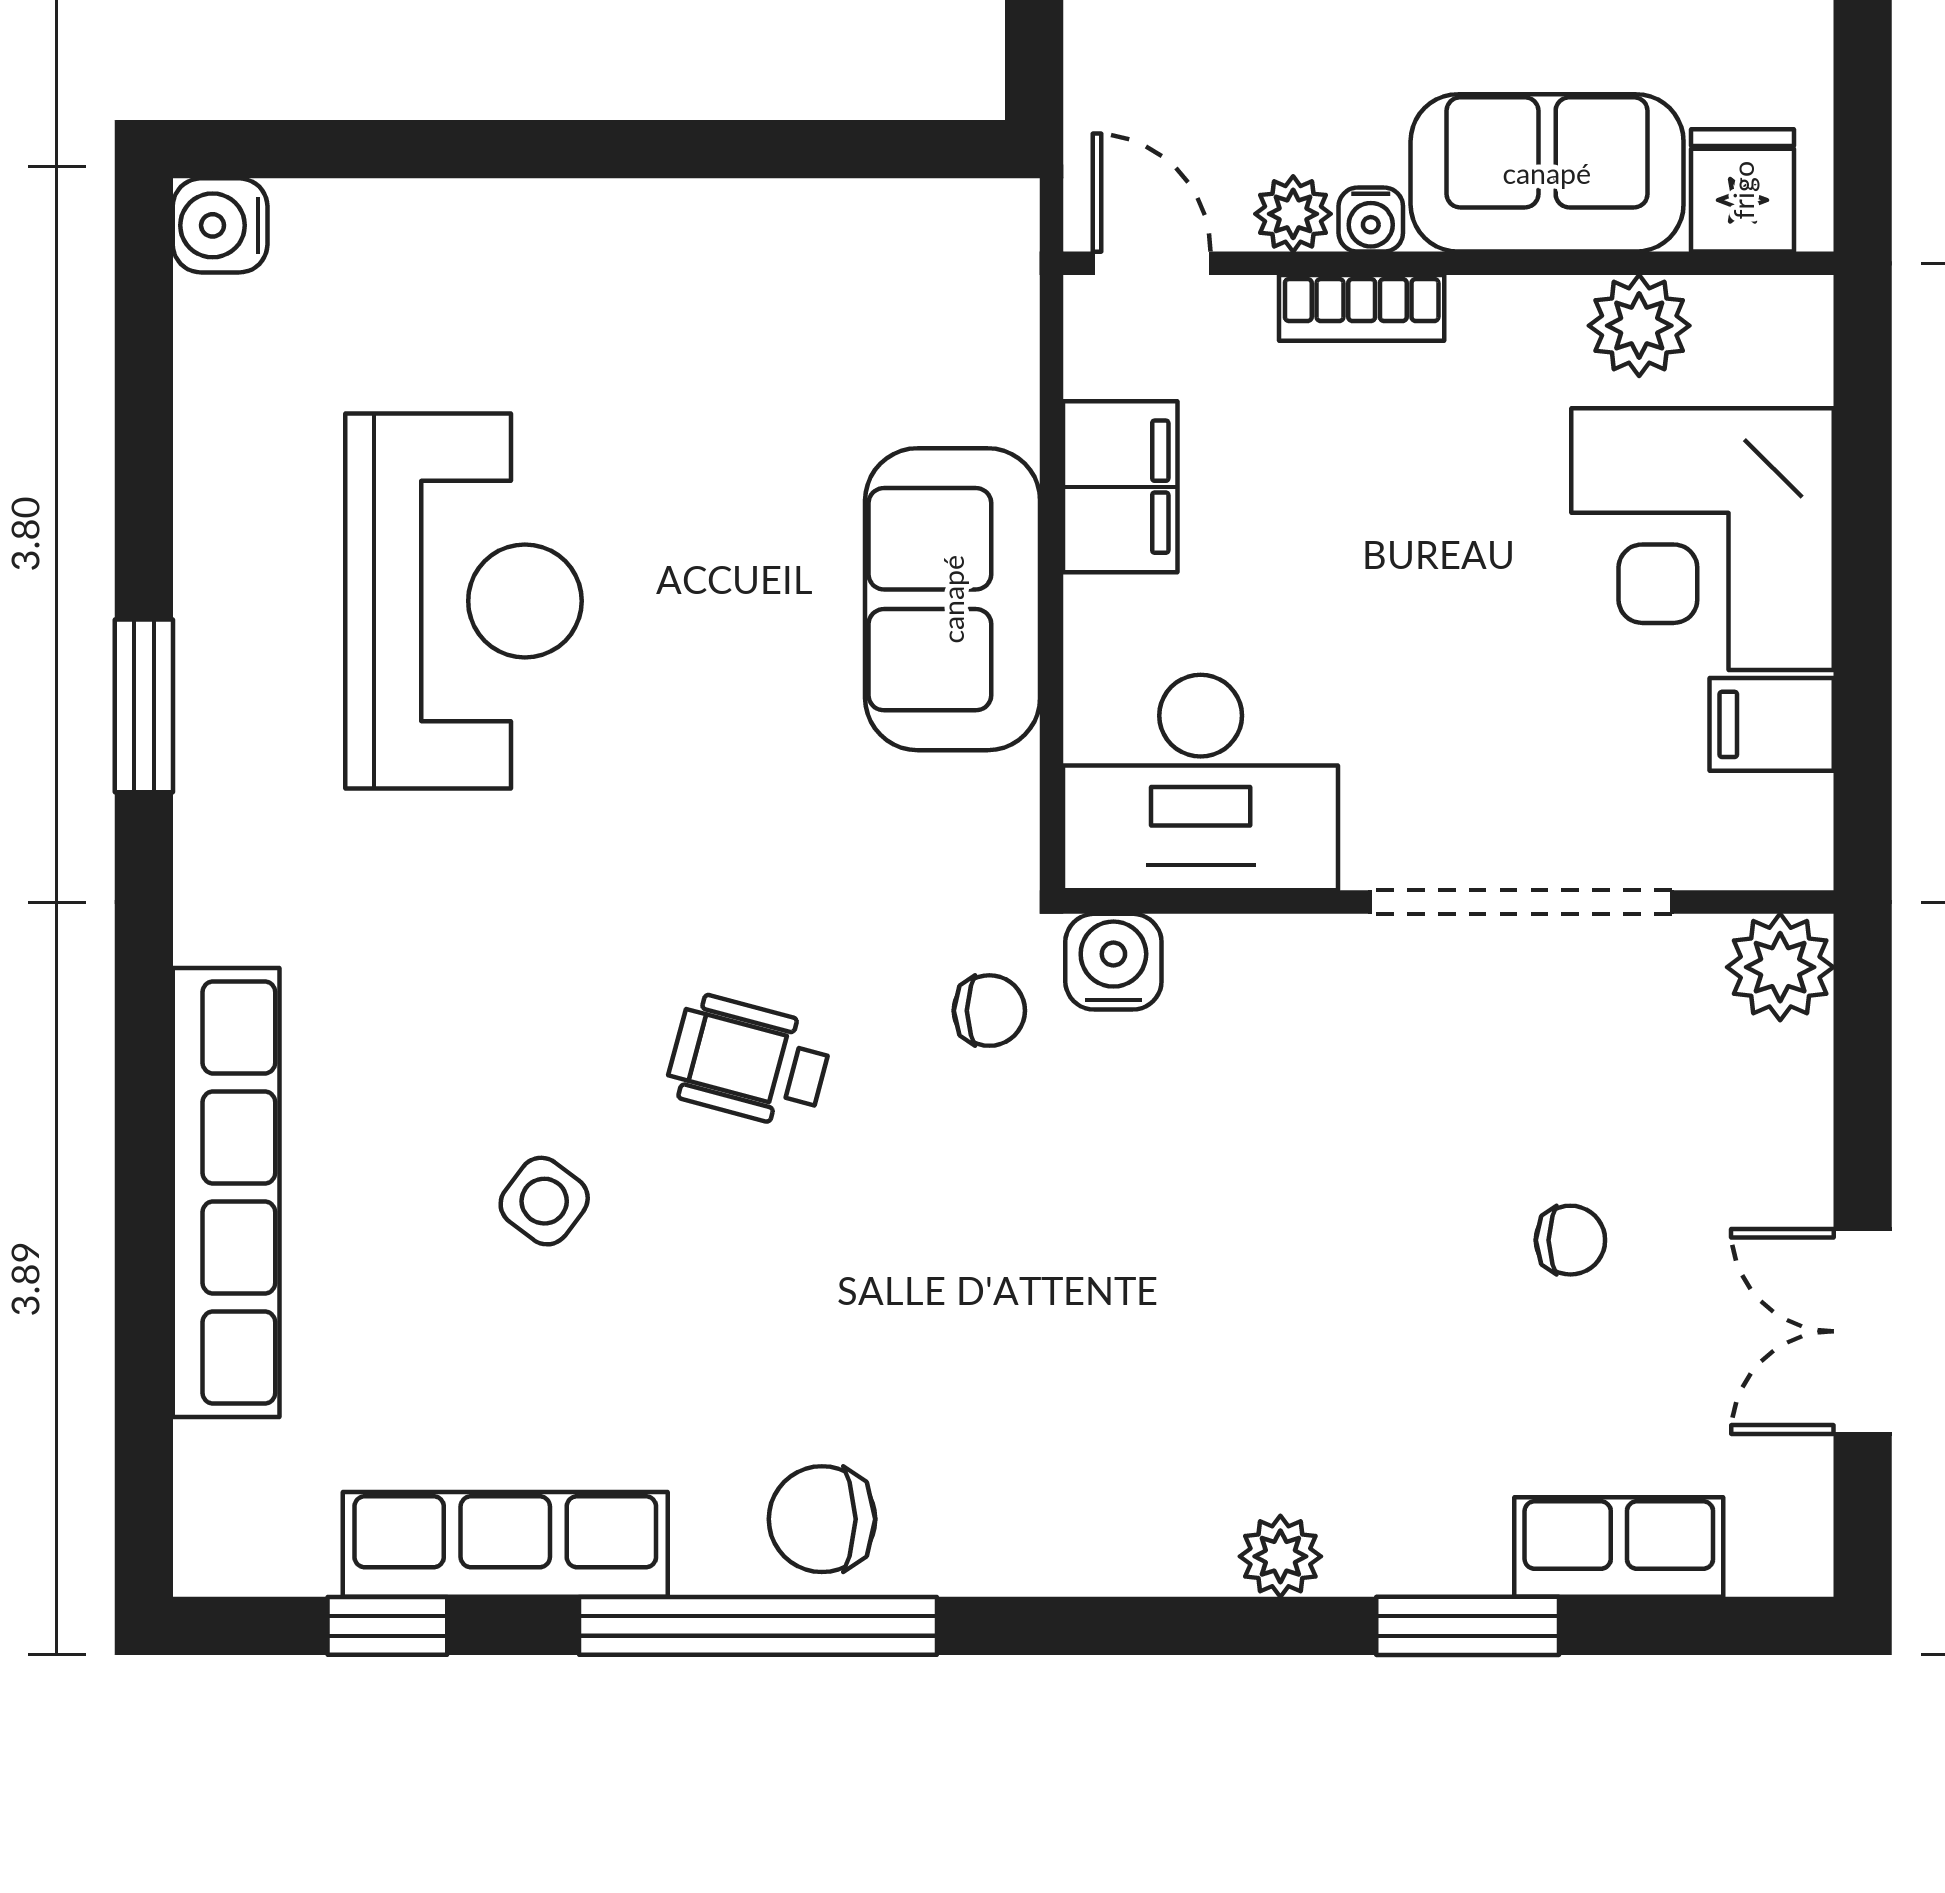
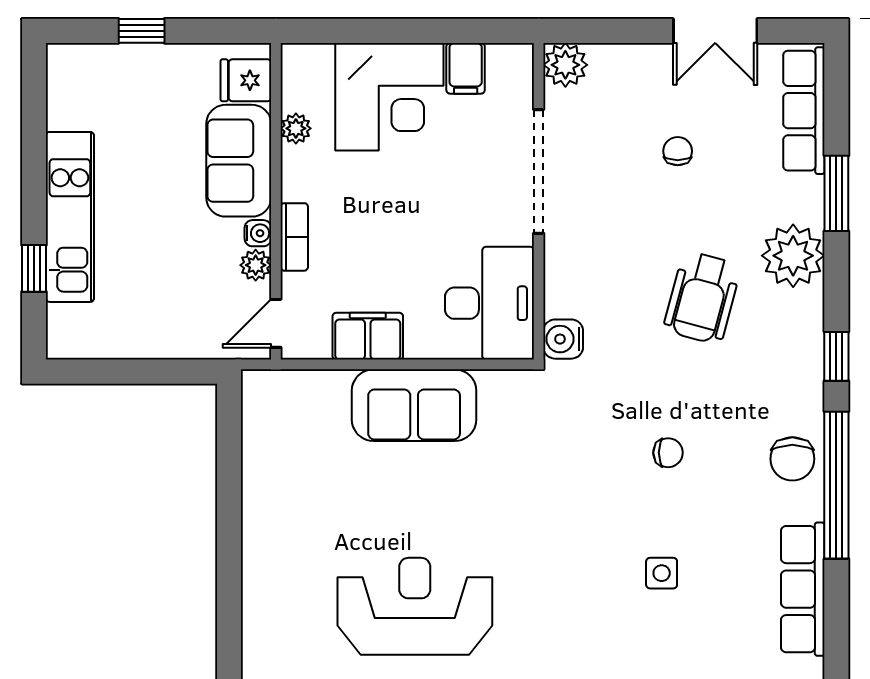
plant: (1639, 326) -> (296, 128), width x0.73, depth x0.73
chair: (989, 1011) -> (668, 453), moved, turned 90
wheelchair: (749, 1061) -> (702, 298), moved, width x1.36, depth x1.37
side table: (544, 1201) -> (662, 573), turned -37
row of seats: (1619, 1547) -> (804, 111), width x1.48
plant: (1280, 1556) -> (793, 256), width x1.88, depth x1.88
window: (387, 1626) -> (836, 356), moved

